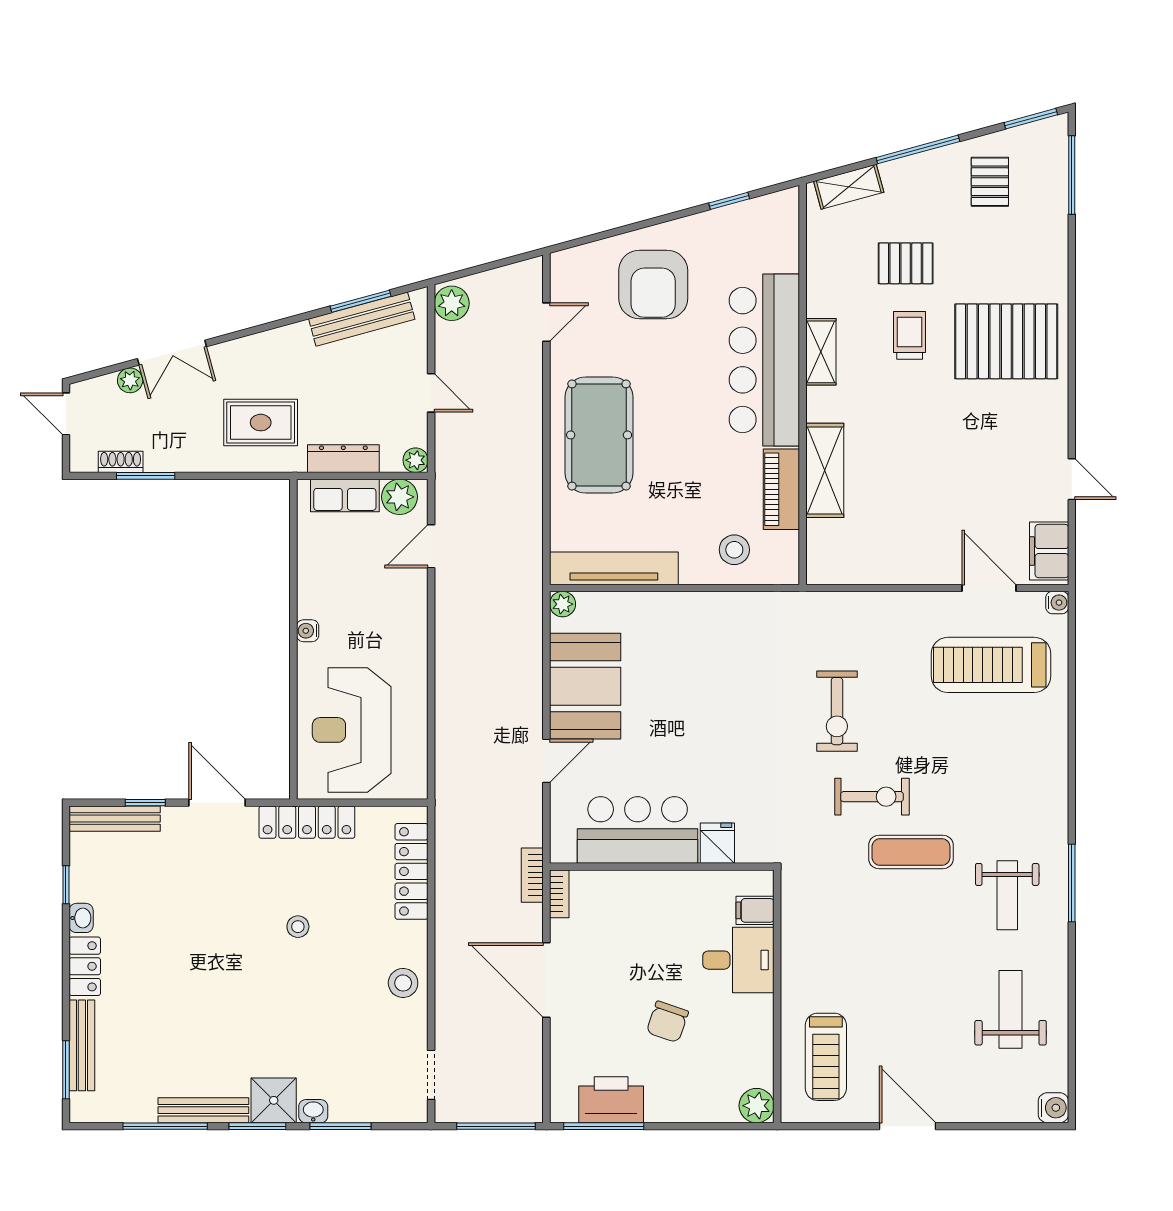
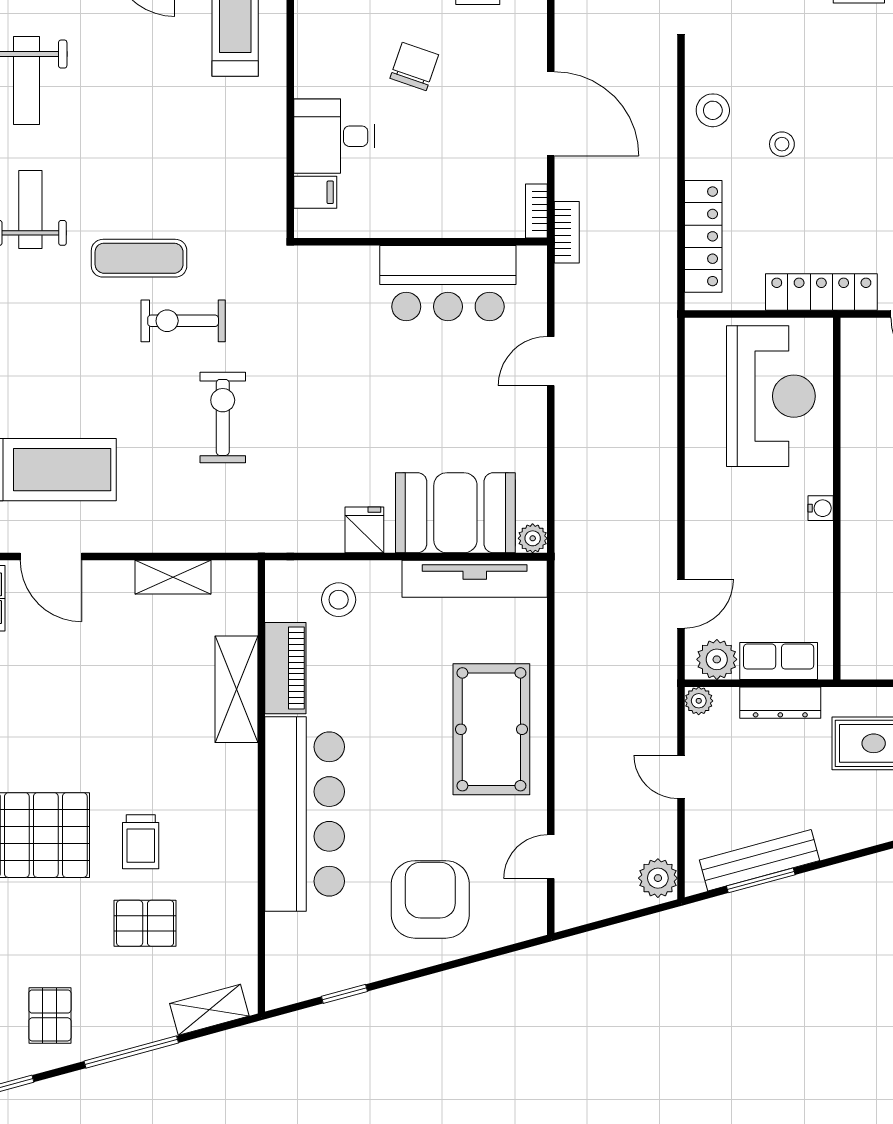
shelving: (821, 352) -> (173, 577), moved, turned 90
booth: (585, 686) -> (455, 513), moved, turned 90
fridge: (717, 843) -> (364, 530), moved, turned 180
stool: (298, 927) -> (782, 144), moved

